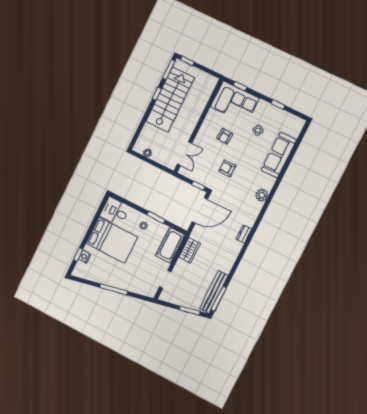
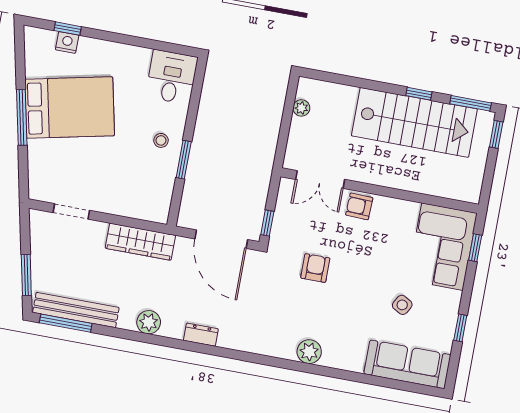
armchair: (225, 136) -> (359, 206), moved
sofa: (279, 155) -> (407, 364), moved
plant: (262, 195) -> (309, 352), moved
bed: (112, 240) -> (70, 107), moved, turned -102
cot: (170, 245) -> (139, 202), removed
wardrobe: (190, 250) -> (140, 242), width x1.50
plant: (230, 258) -> (149, 322), added

